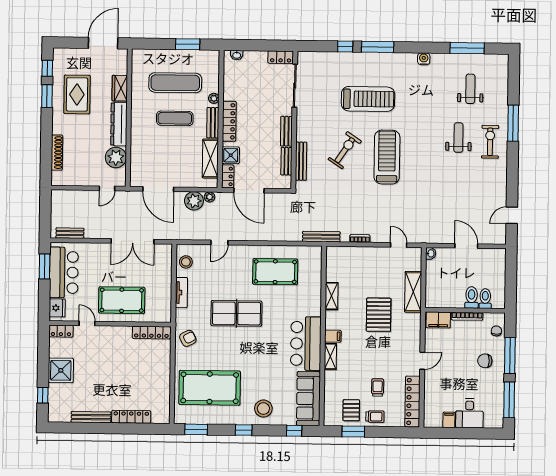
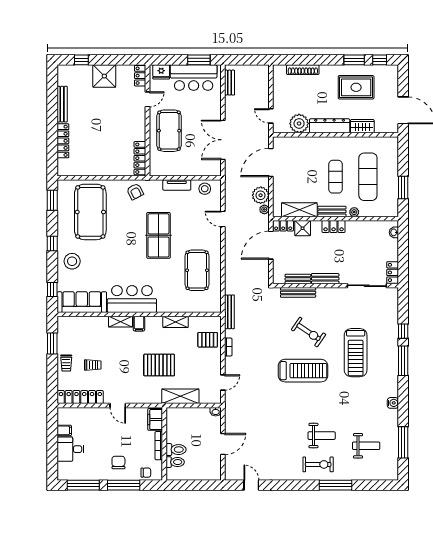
locker: (229, 121) -> (334, 226), width x0.66
pallet: (351, 410) -> (208, 340), moved

